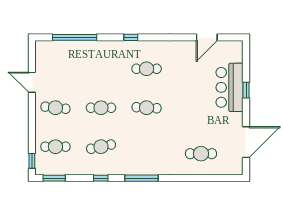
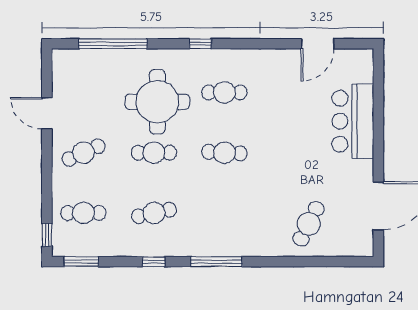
round table: (103, 75) -> (157, 102), added
window: (246, 90) -> (378, 126), removed
cafe table: (55, 108) -> (83, 153), turned -30
cafe table: (201, 154) -> (309, 224), turned -63

